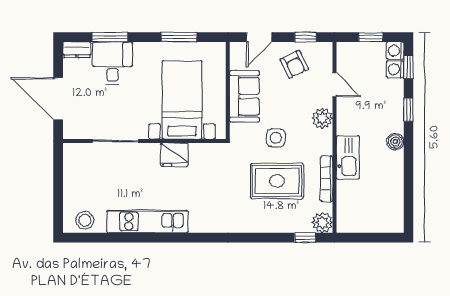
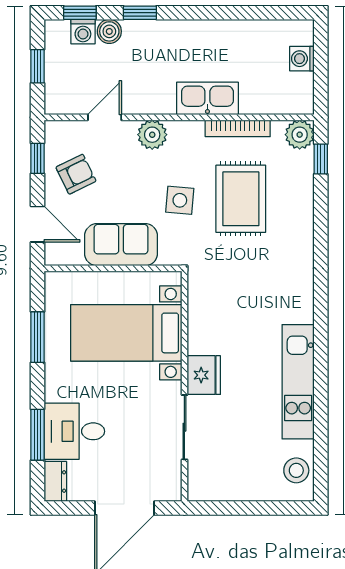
washing machine: (395, 51) -> (302, 59), moved, turned 90
boiler: (395, 141) -> (109, 31), moved
fridge: (174, 155) -> (204, 375), moved

